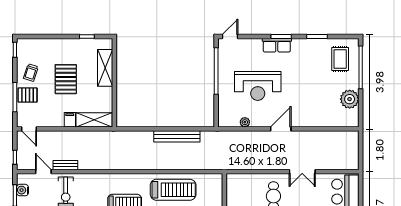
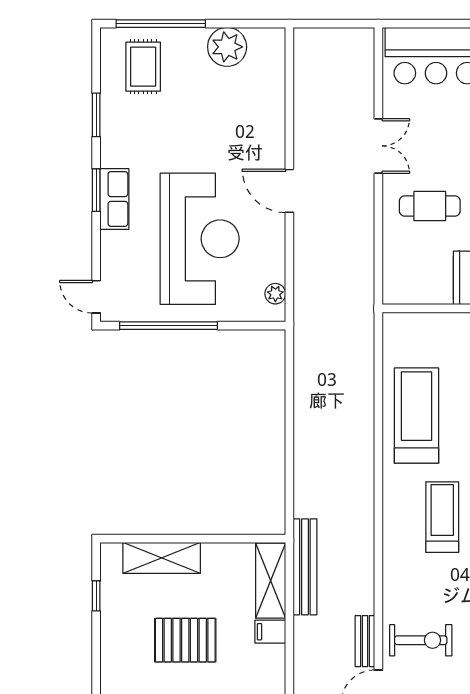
rug: (340, 59) -> (143, 67), turned 90
reception desk: (258, 86) -> (200, 239), width x1.36, depth x1.30
plant: (245, 122) -> (275, 294), moved
bench: (177, 136) -> (305, 567), moved

